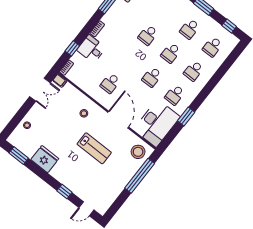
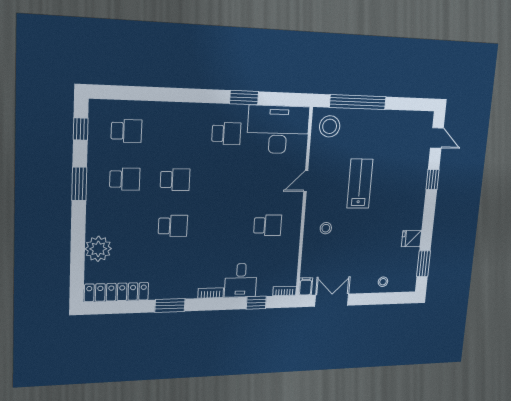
school desk: (194, 71) -> (177, 132), removed
school desk: (152, 77) -> (224, 180), removed
door: (118, 120) -> (306, 181), width x0.53
fridge: (45, 159) -> (412, 239), width x0.53, depth x0.75

